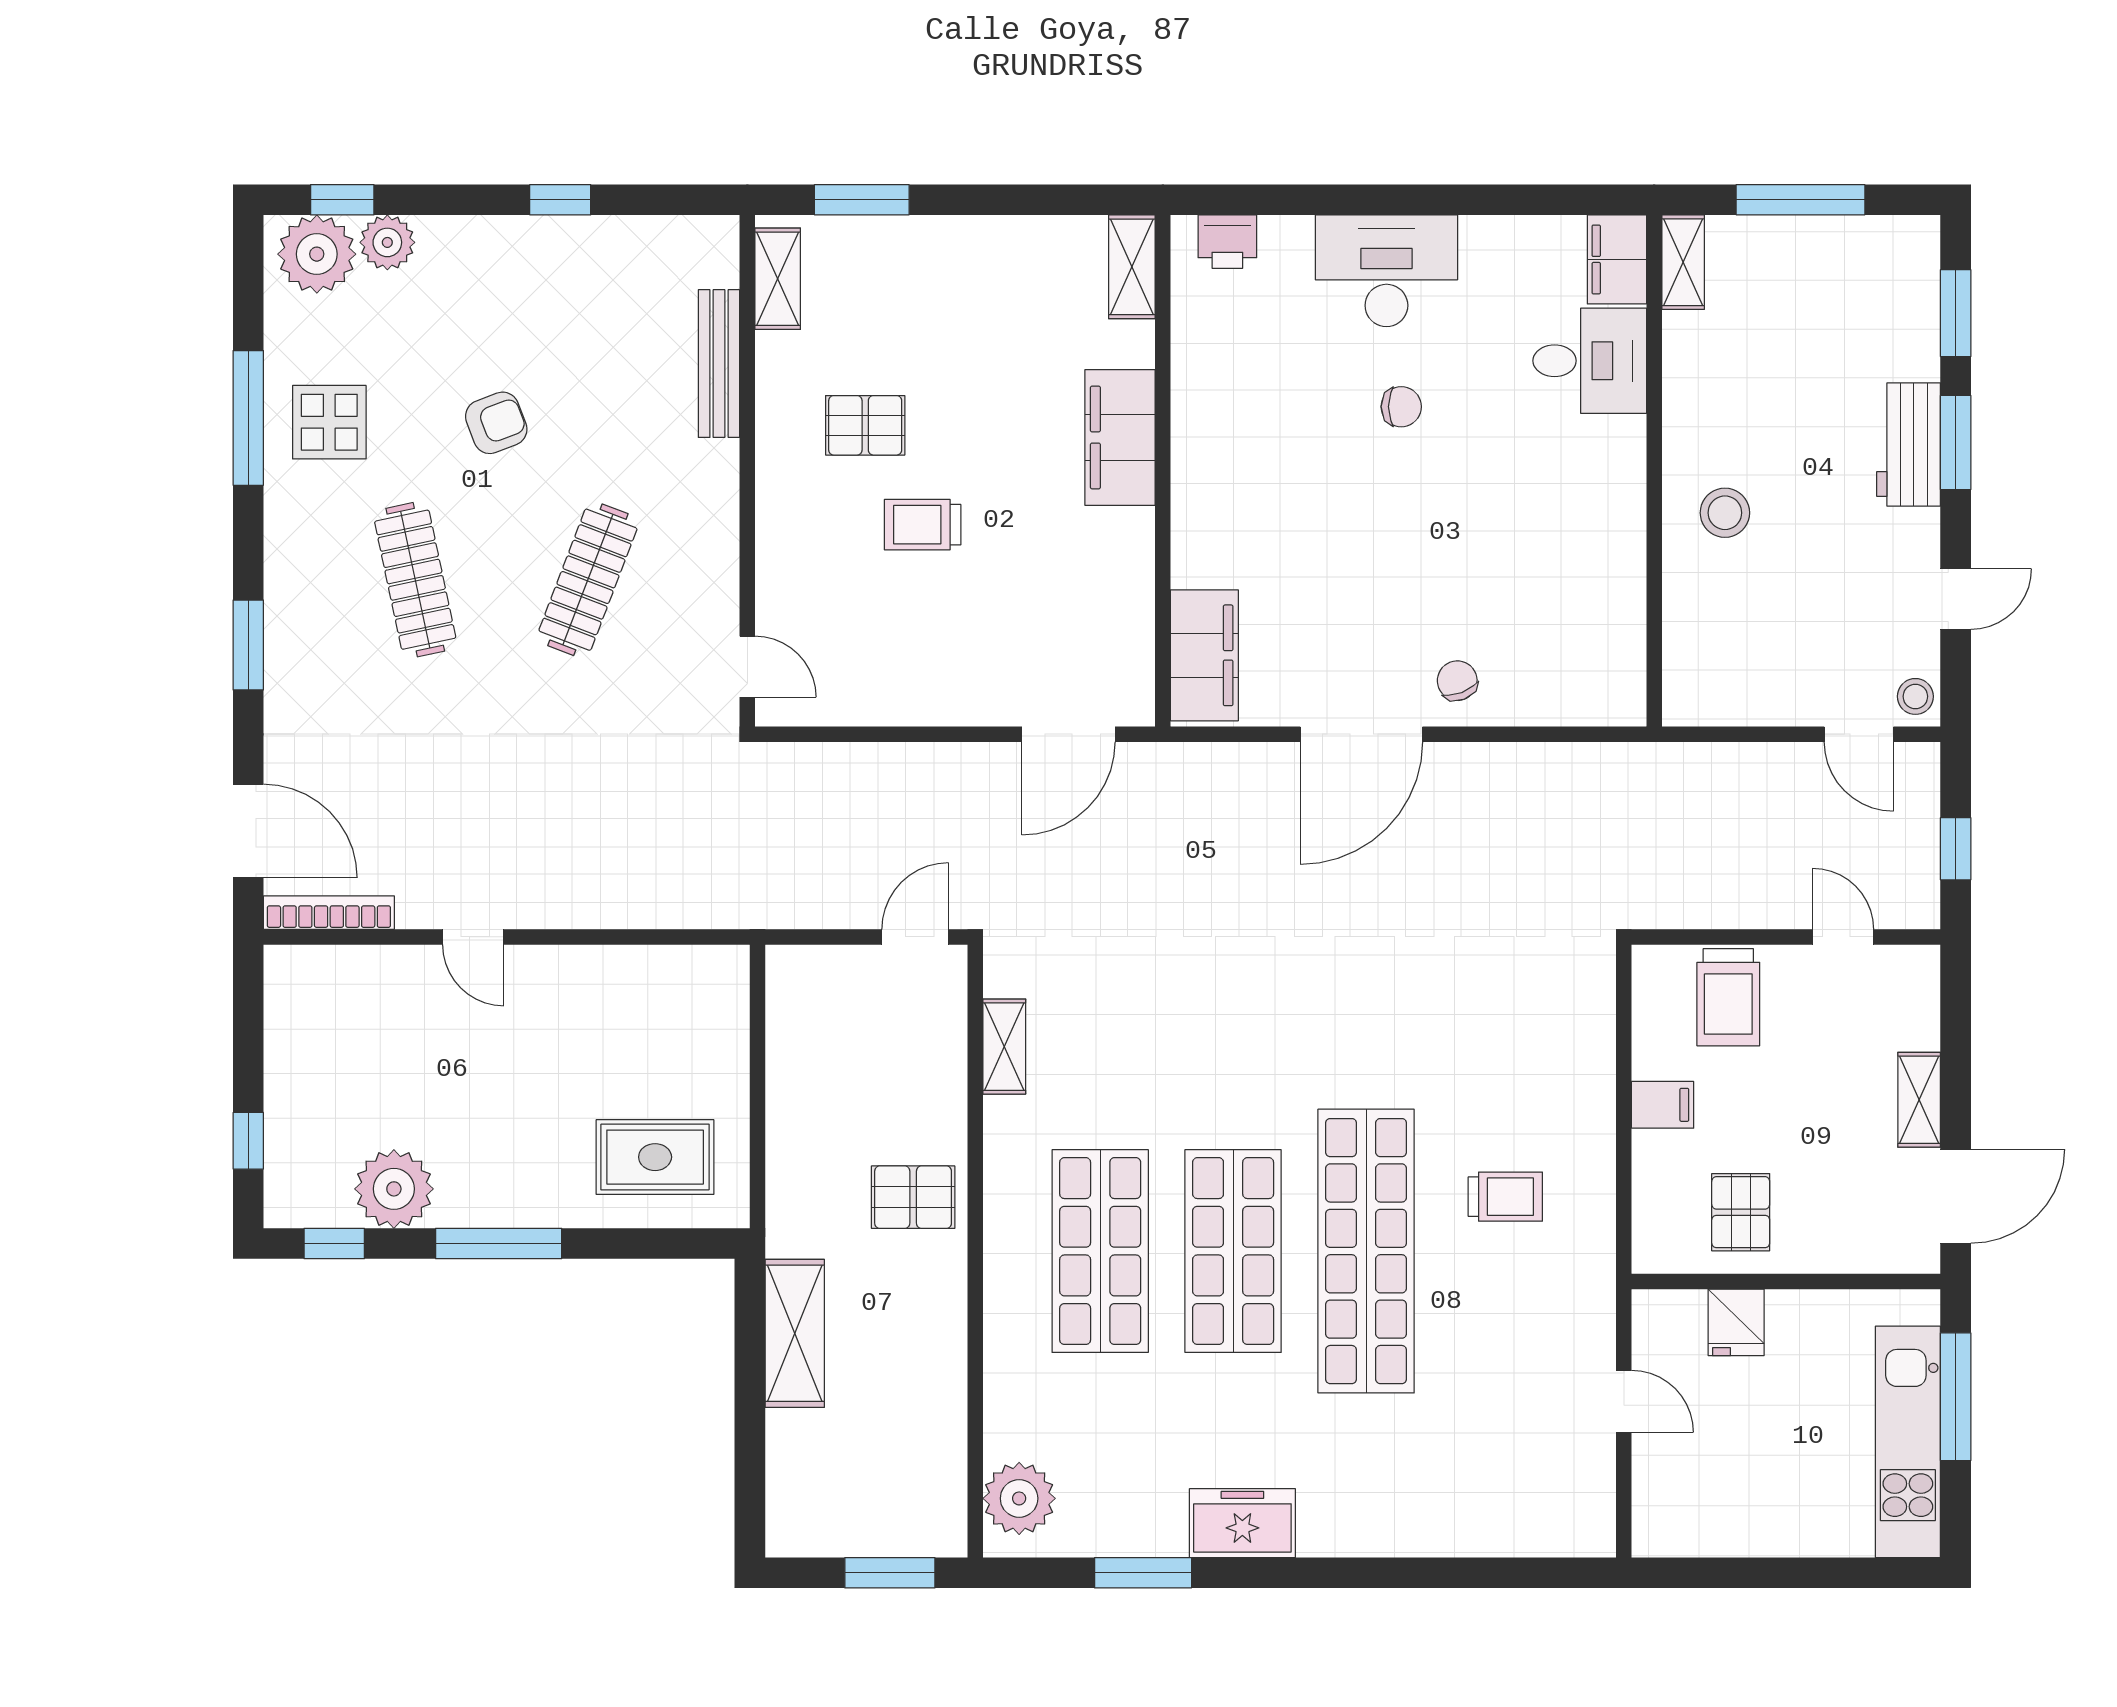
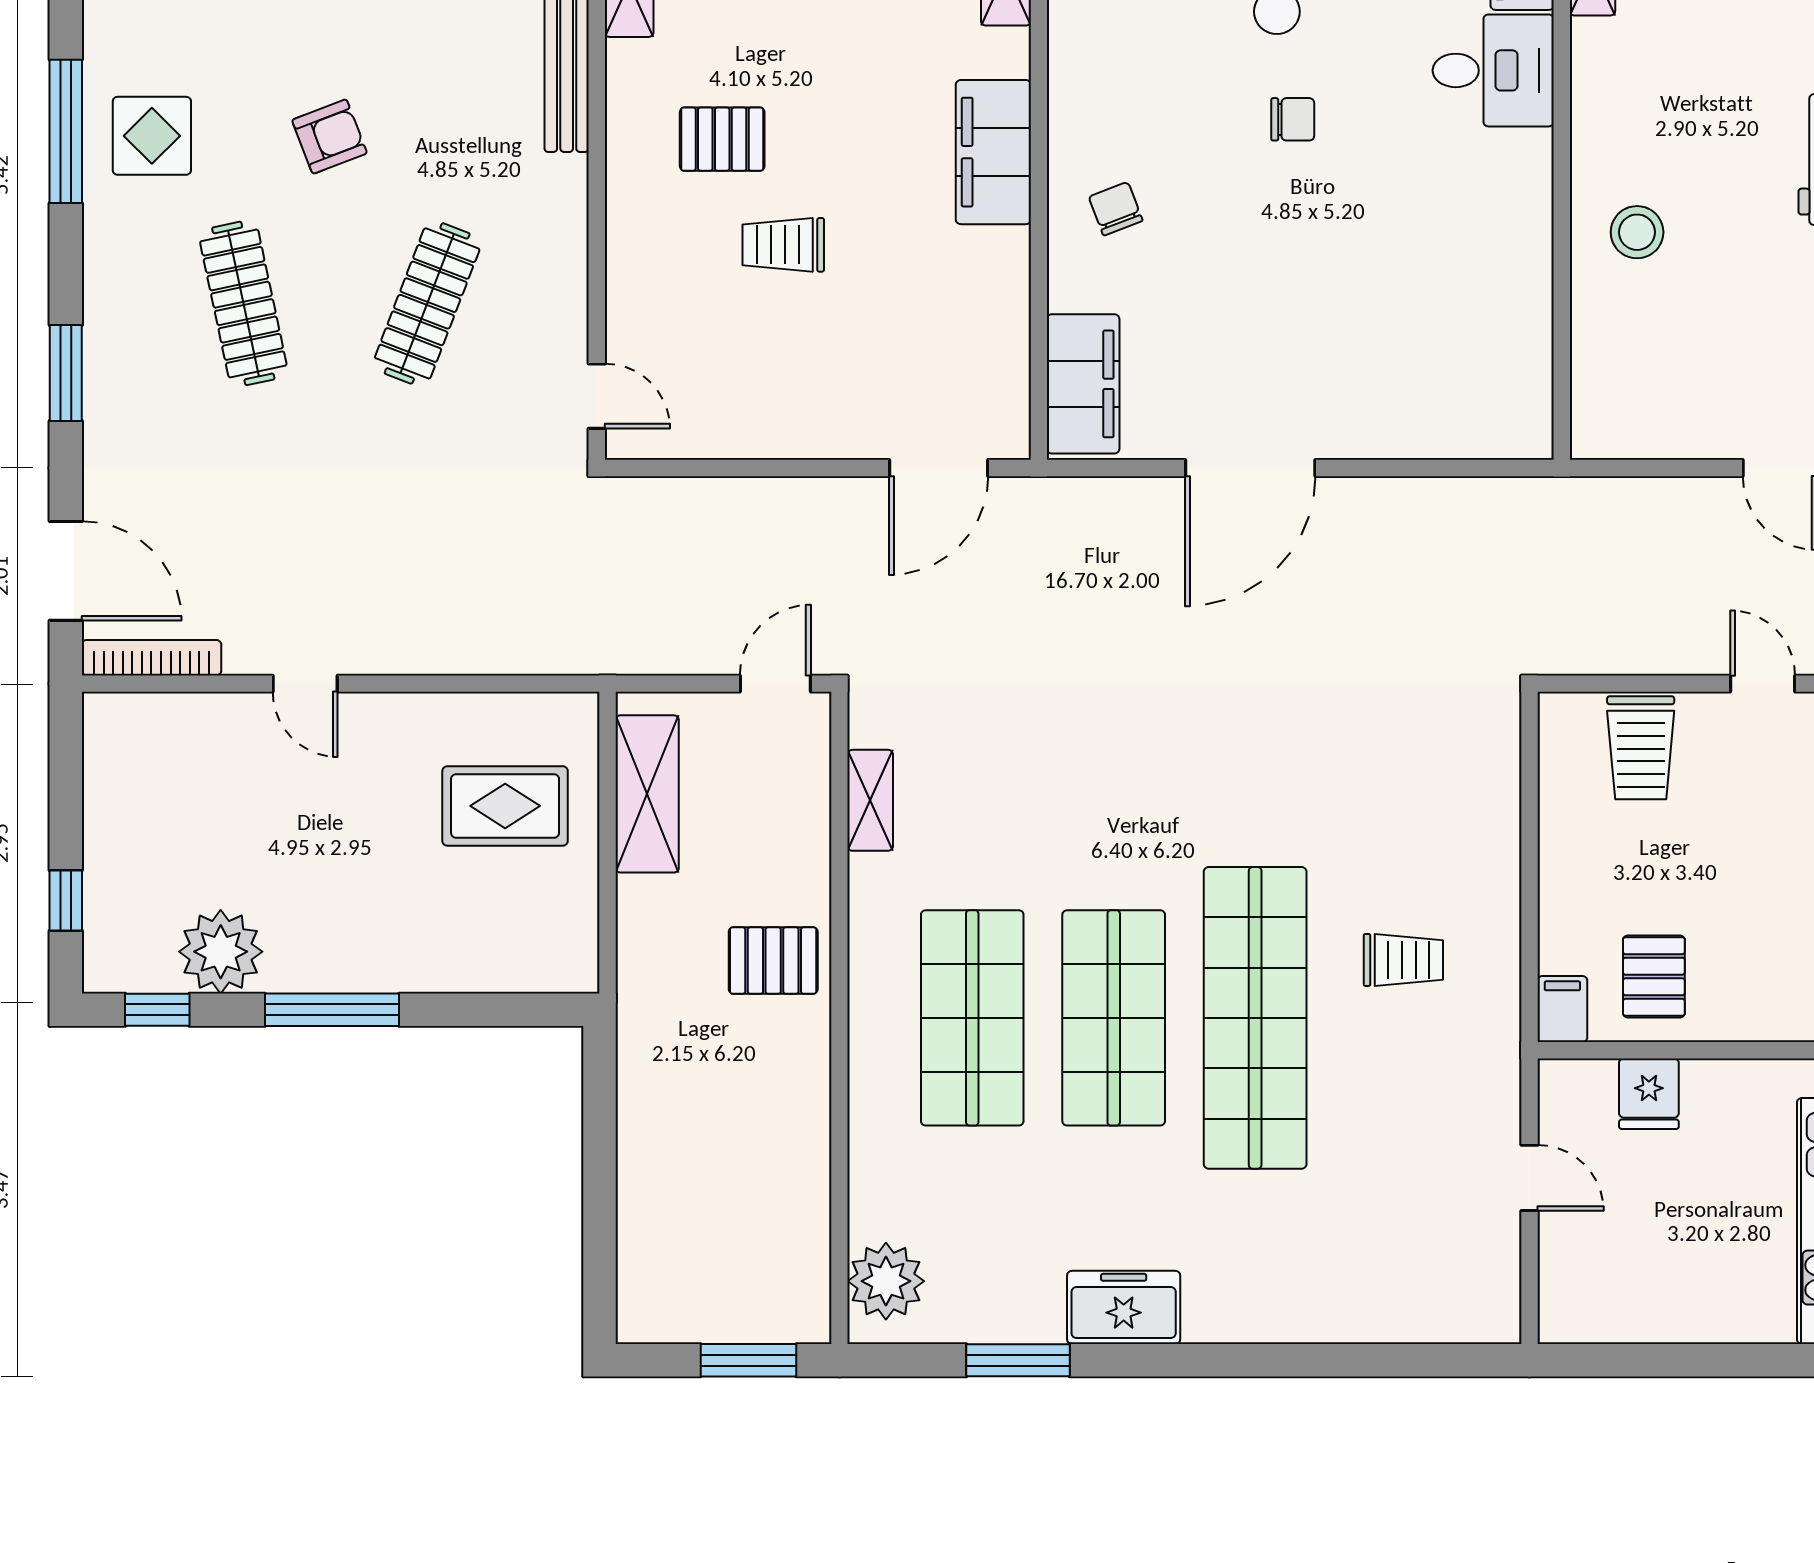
chair: (1457, 681) -> (1116, 209), moved
filing cabinet: (1663, 1105) -> (1562, 1009), moved, turned -90
rug: (655, 1157) -> (505, 806), moved
shelving: (795, 1333) -> (647, 794), moved

